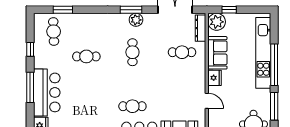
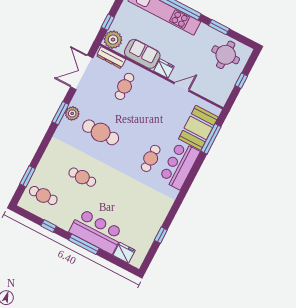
cafe table: (132, 52) -> (101, 132), width x1.37, depth x1.35
cafe table: (86, 56) -> (82, 177), turned 90
window: (274, 106) -> (219, 27), width x0.69

